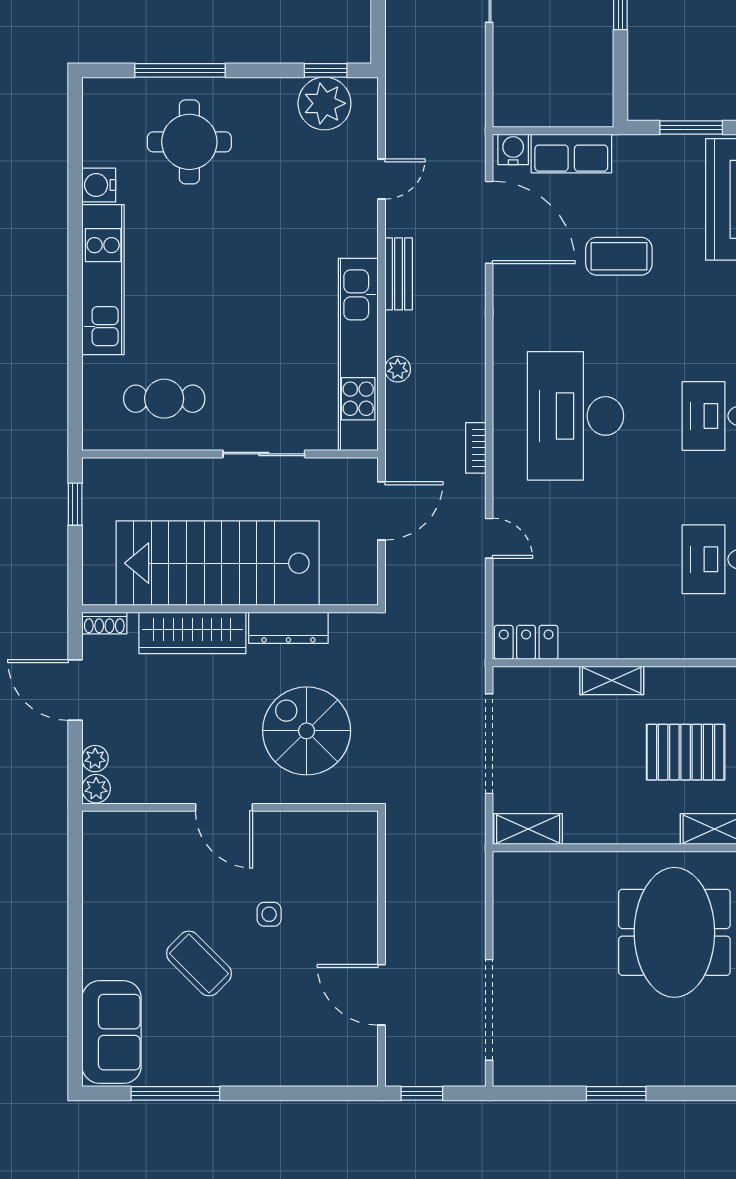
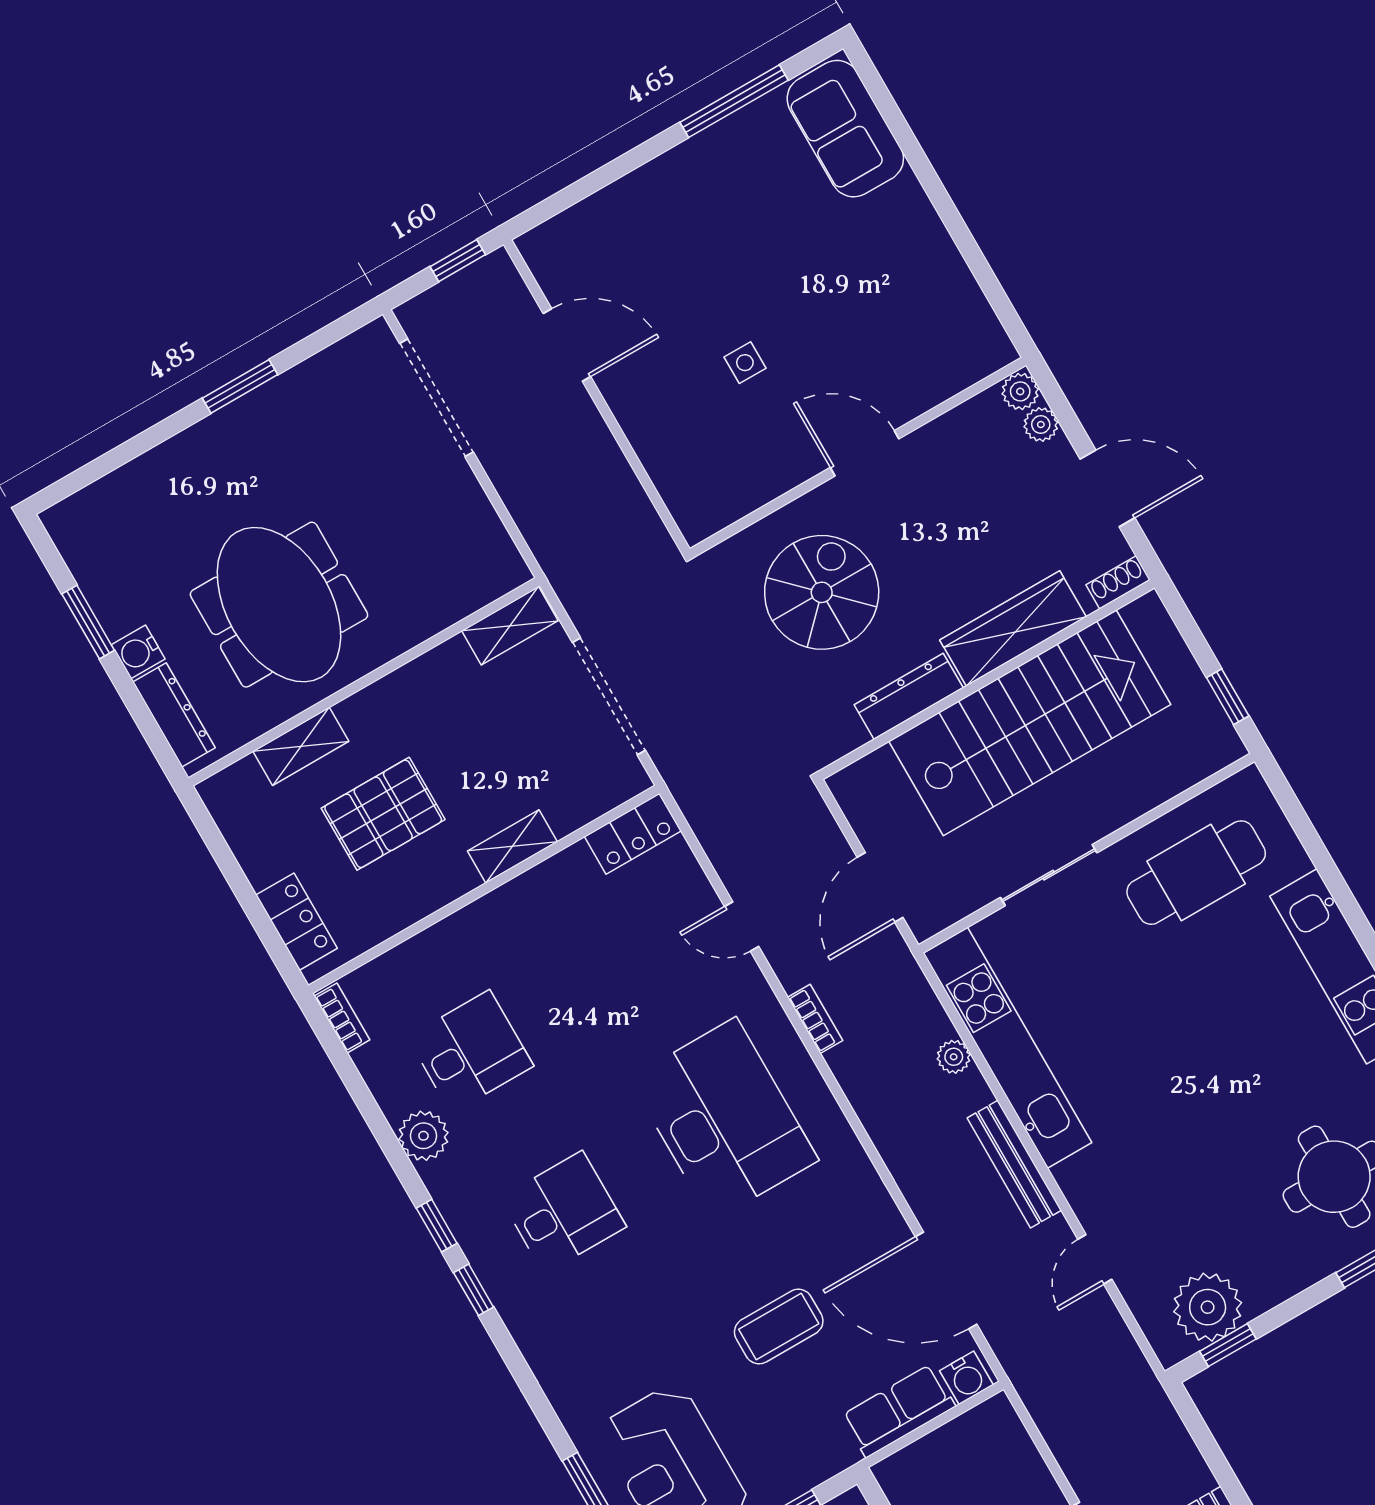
bench: (399, 274) -> (1014, 1164), width x1.36
cafe table: (164, 399) -> (1196, 873), width x1.37, depth x1.35
spiral stairs: (307, 731) -> (822, 592), turned -90
coffee table: (199, 964) -> (792, 262), removed

